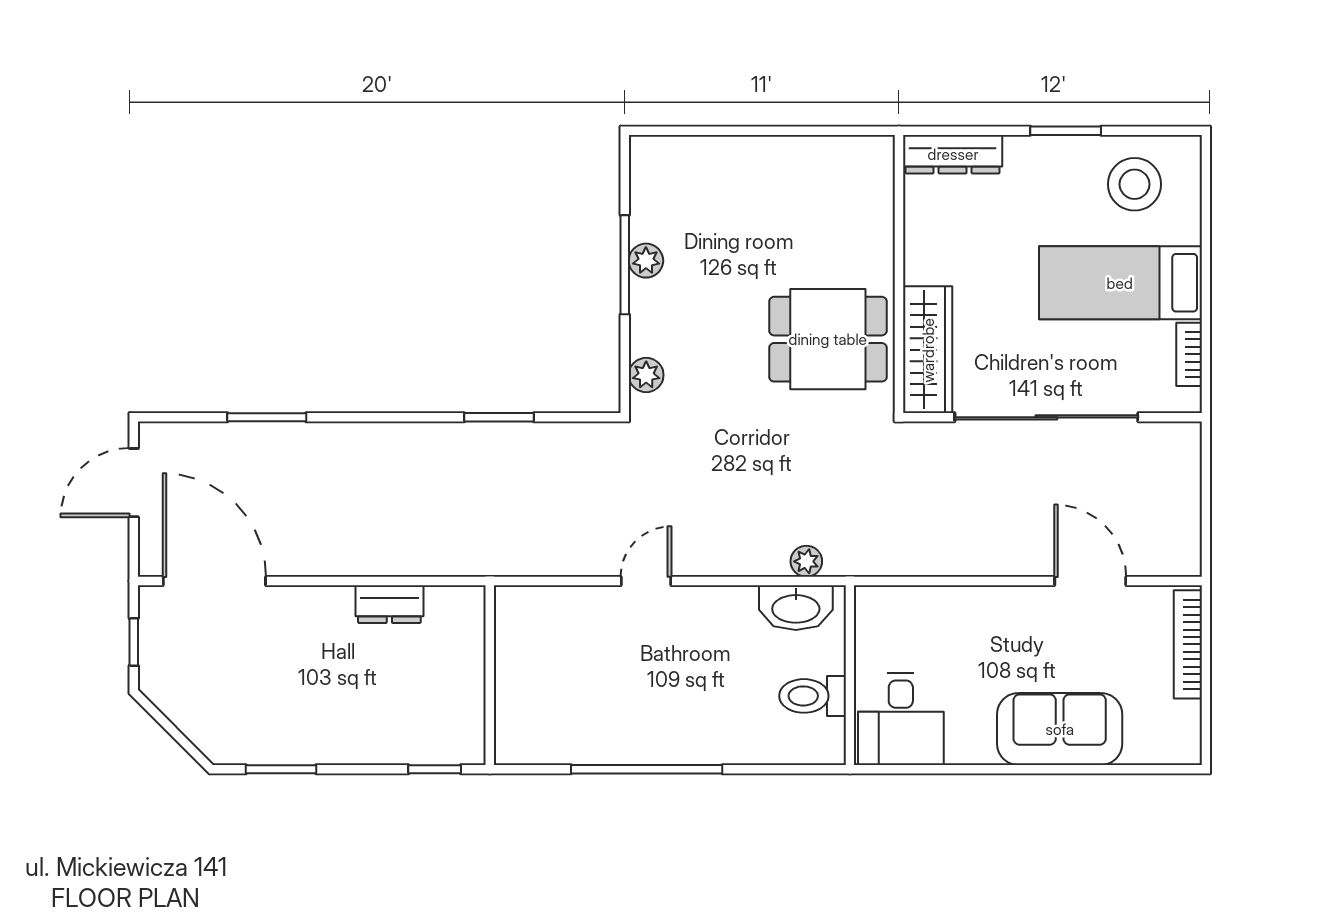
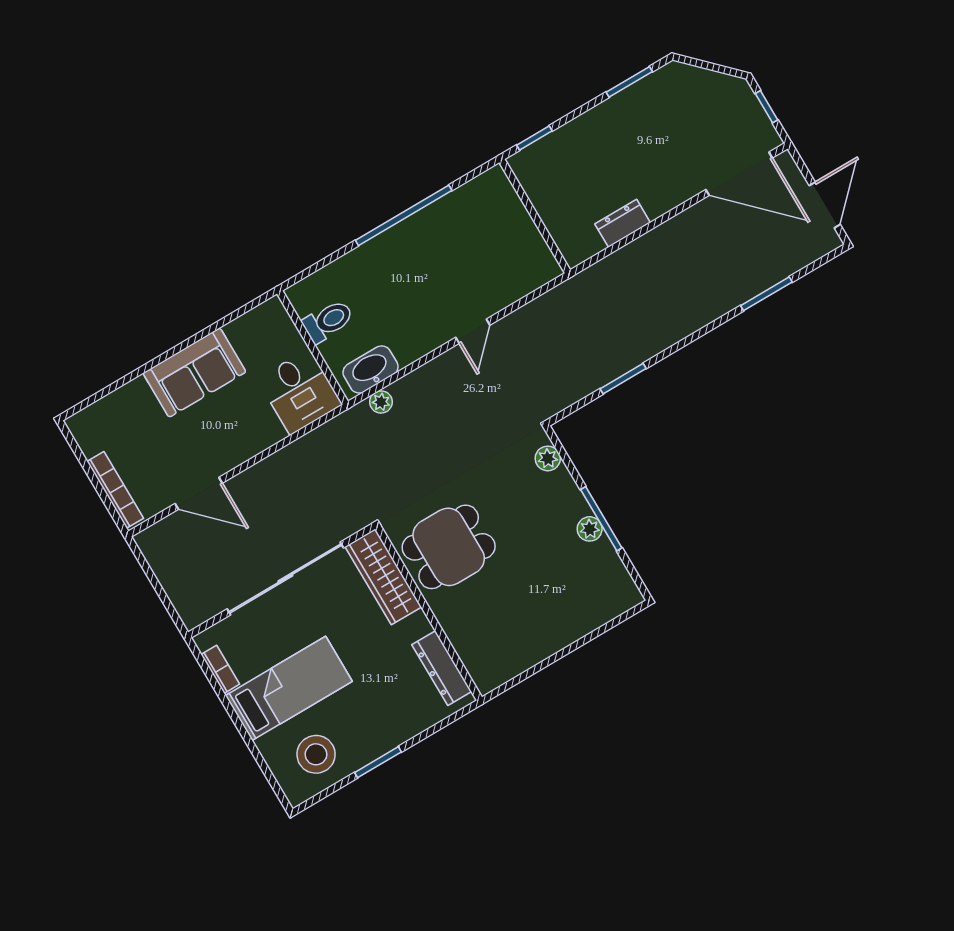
dresser: (953, 154) -> (442, 668), moved, turned -90
desk: (901, 719) -> (300, 392), moved, turned 180
sofa: (1060, 729) -> (194, 373), moved

